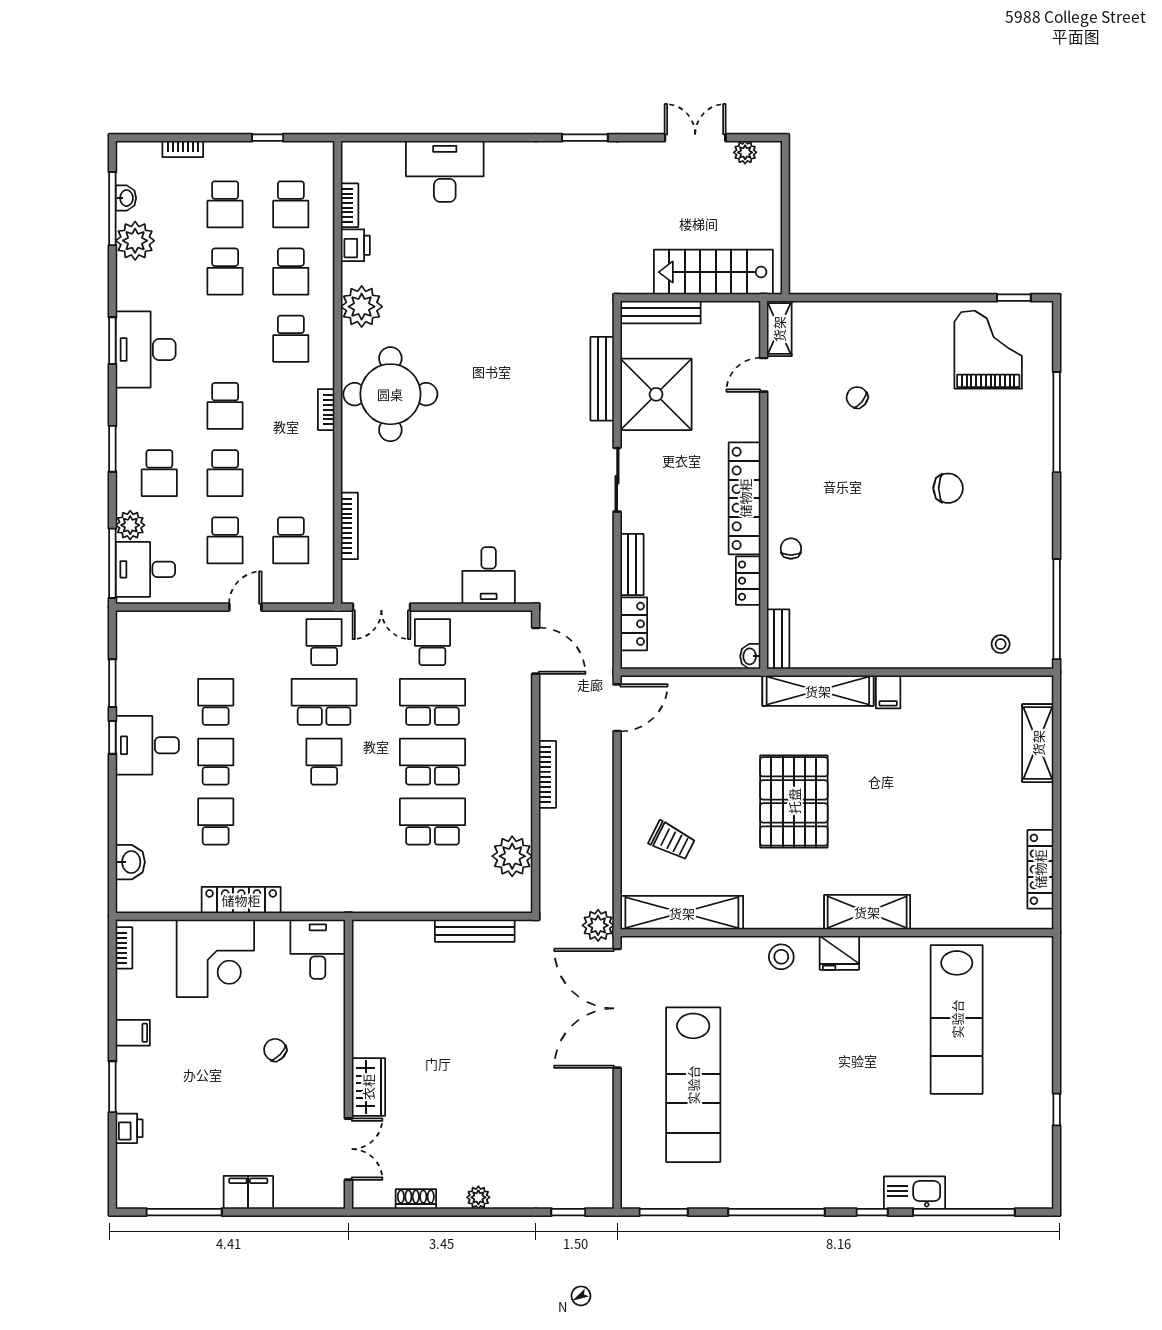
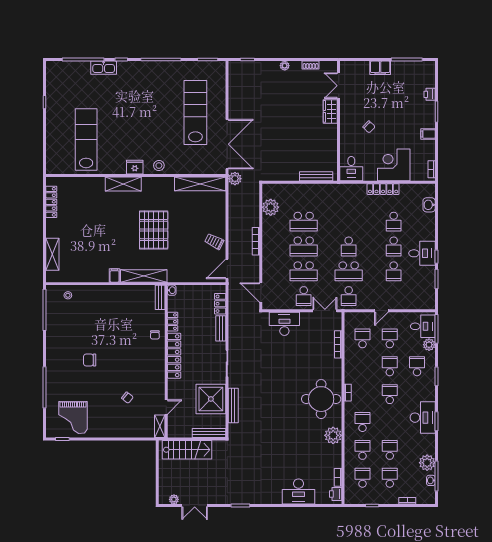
printer: (355, 245) -> (336, 494), moved
desk: (489, 575) -> (284, 324), width x1.37
trolley: (672, 841) -> (214, 241), moved
bench: (475, 931) -> (316, 176), moved

